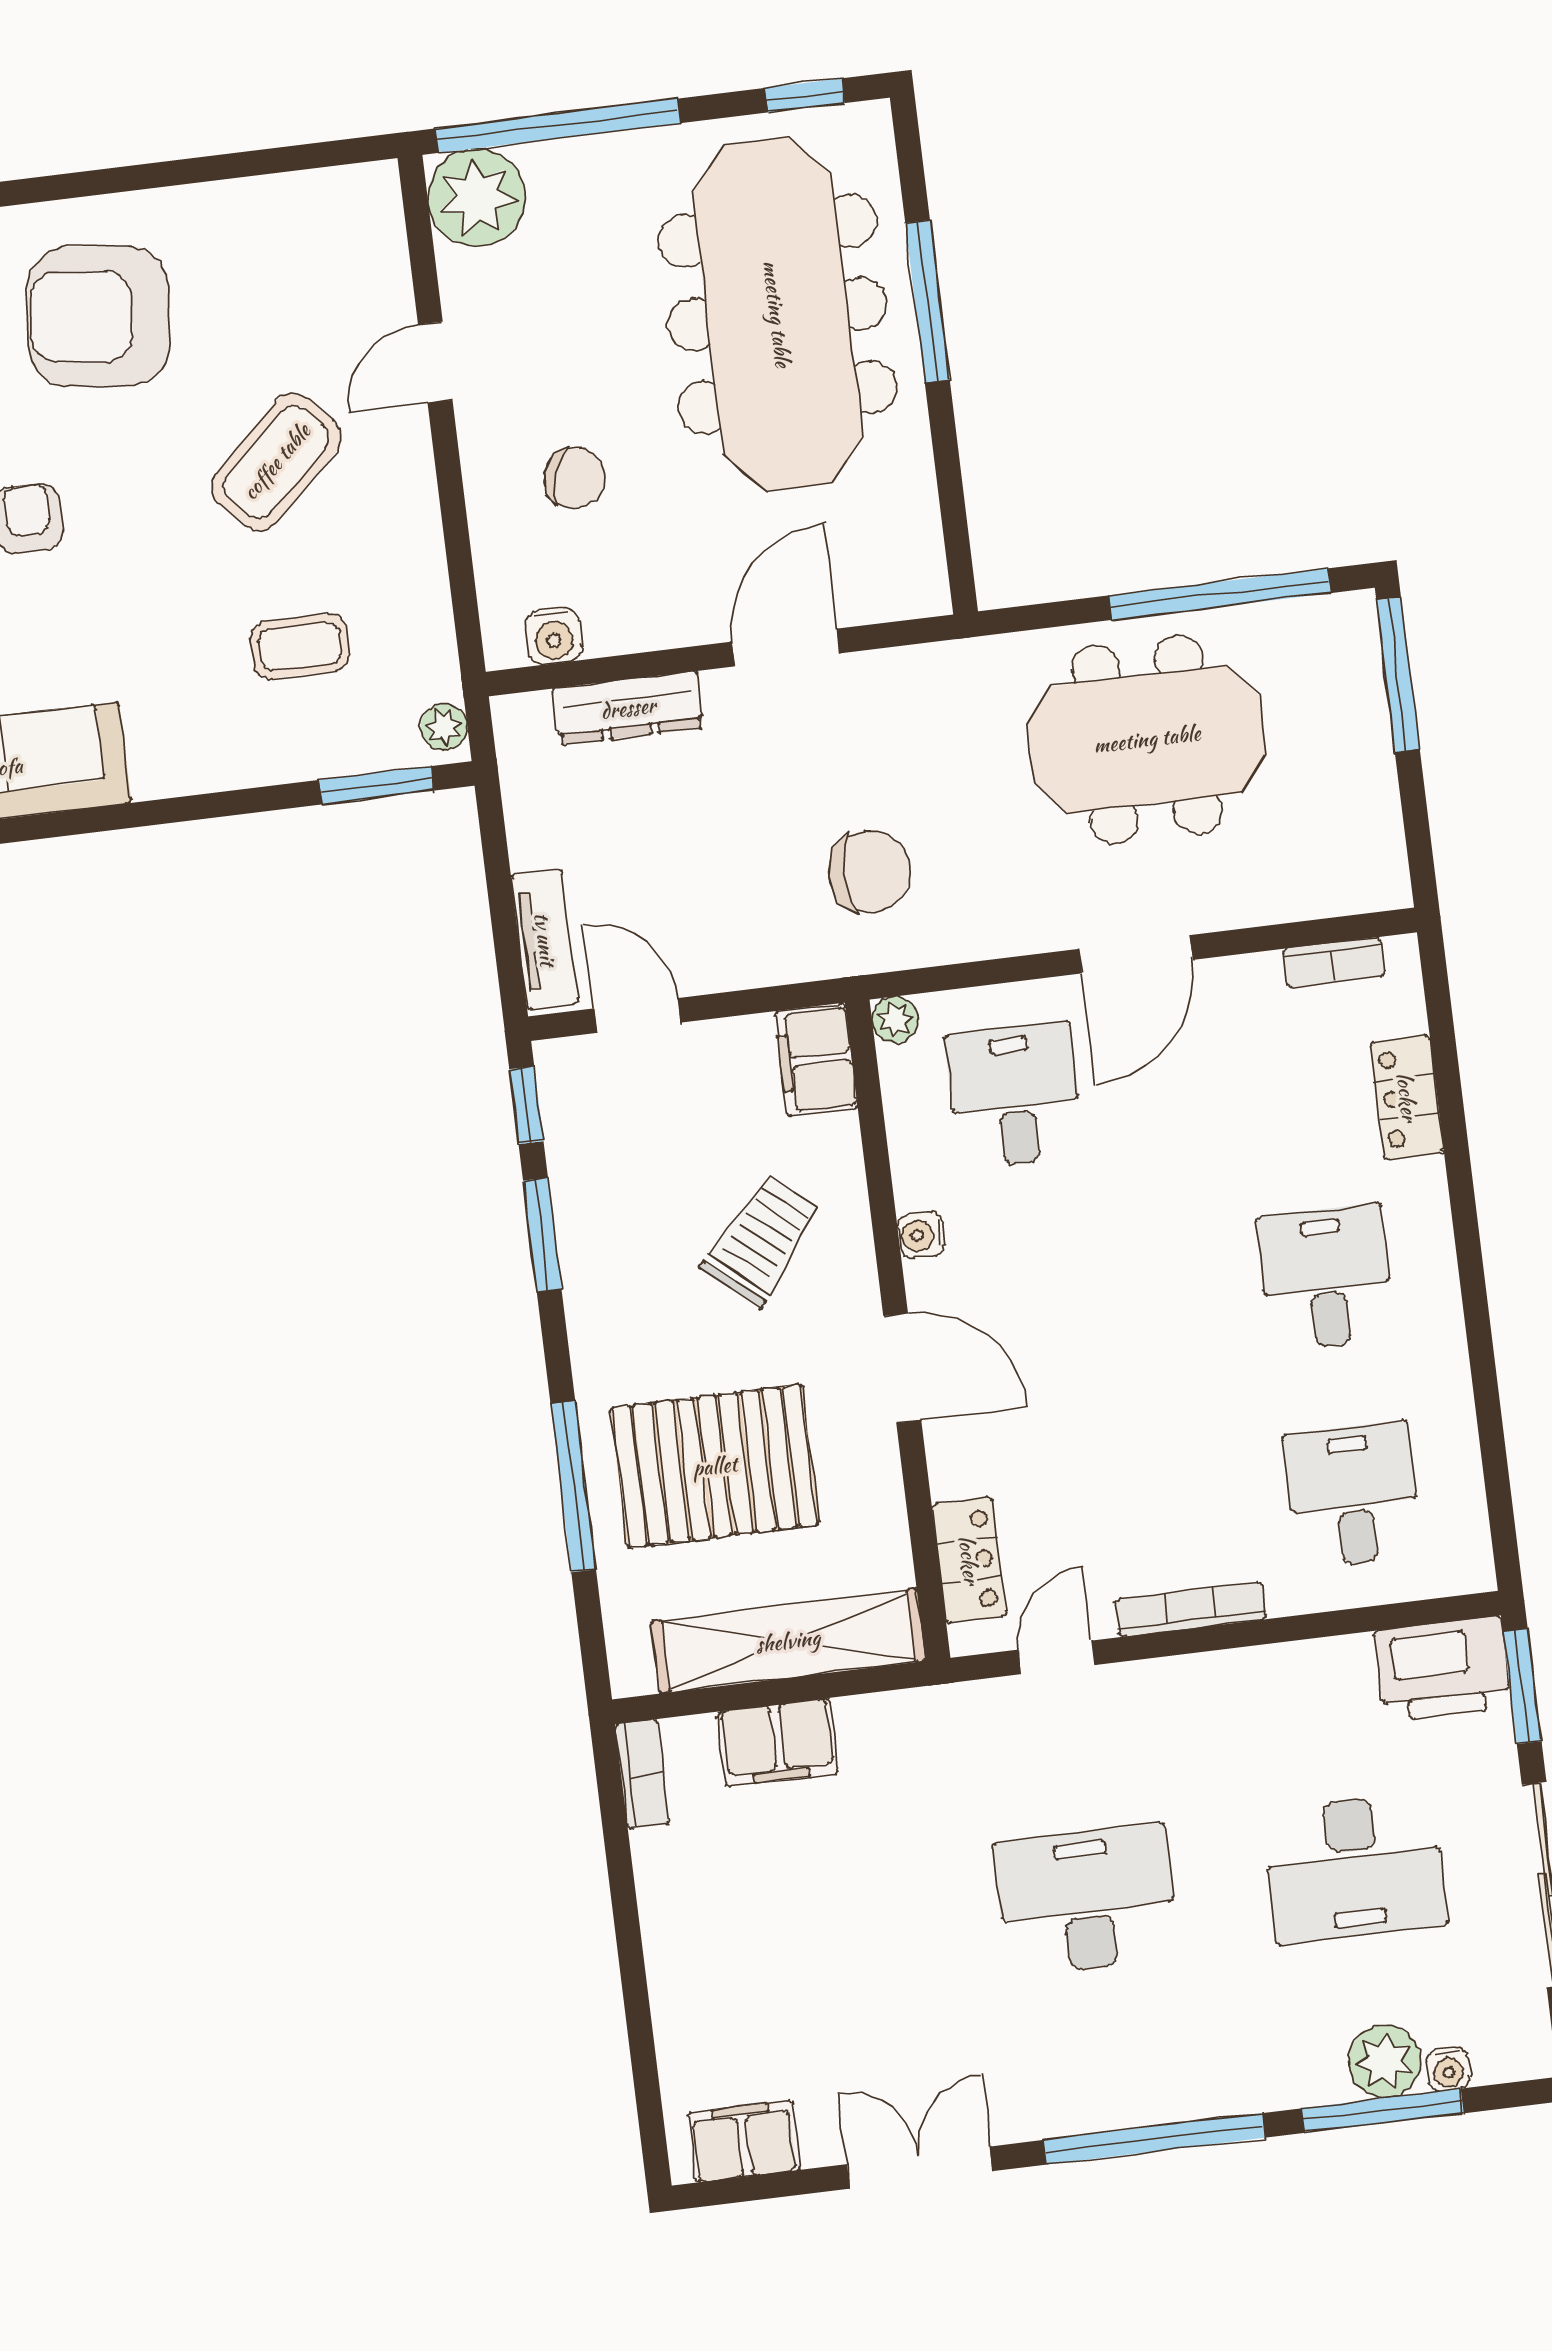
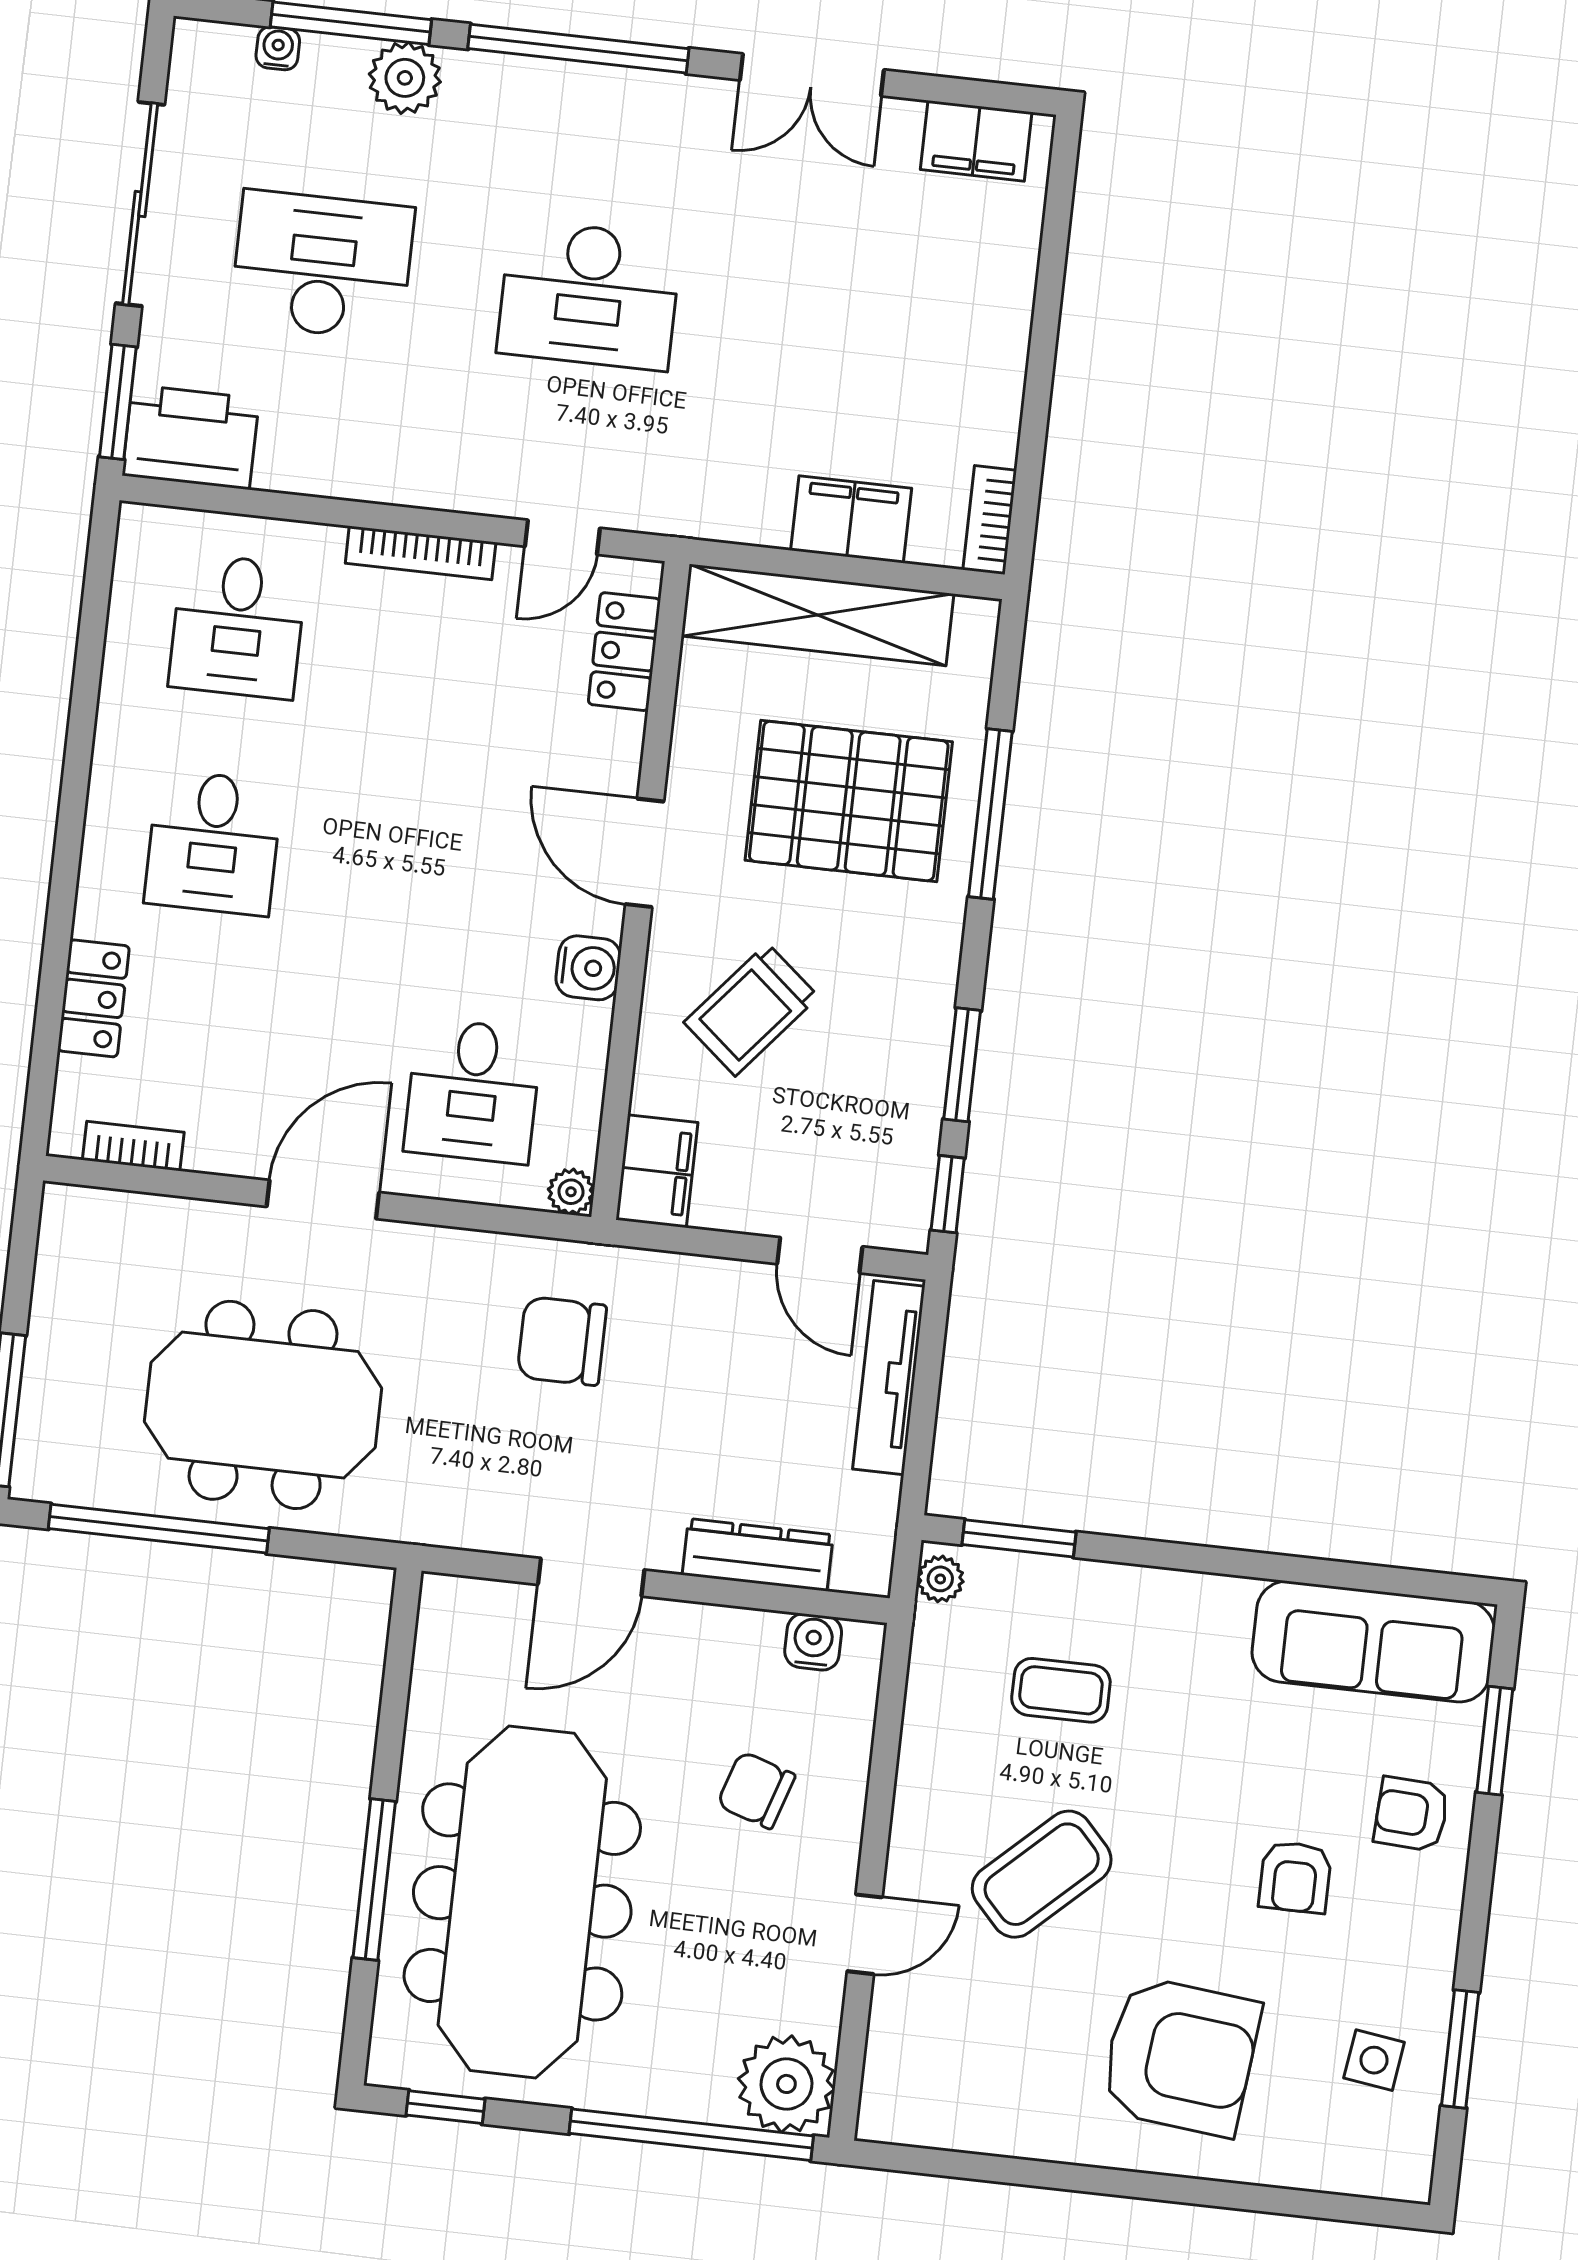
tv unit: (545, 939) -> (889, 1378), width x1.41
water cooler: (921, 1235) -> (588, 968), width x1.38, depth x1.38
plant: (1385, 2062) -> (405, 78), moved

